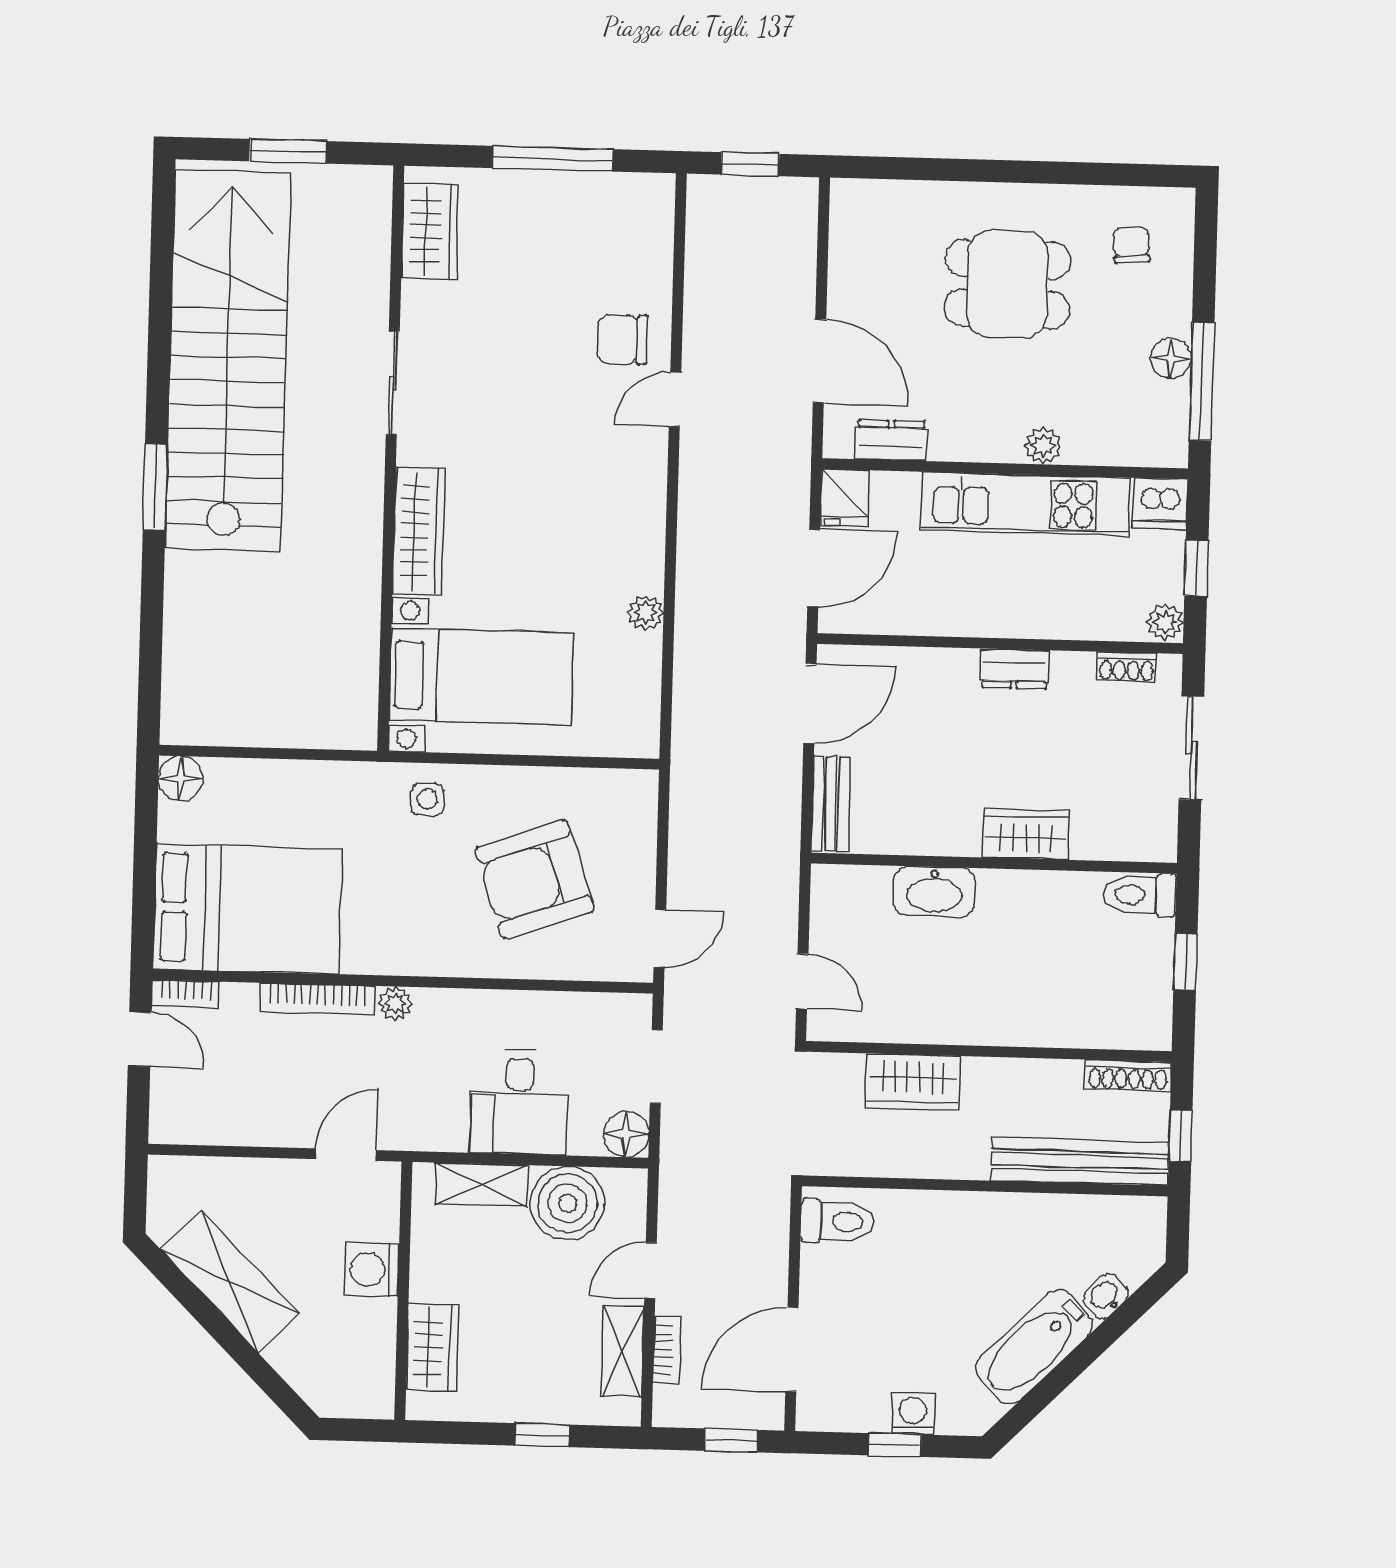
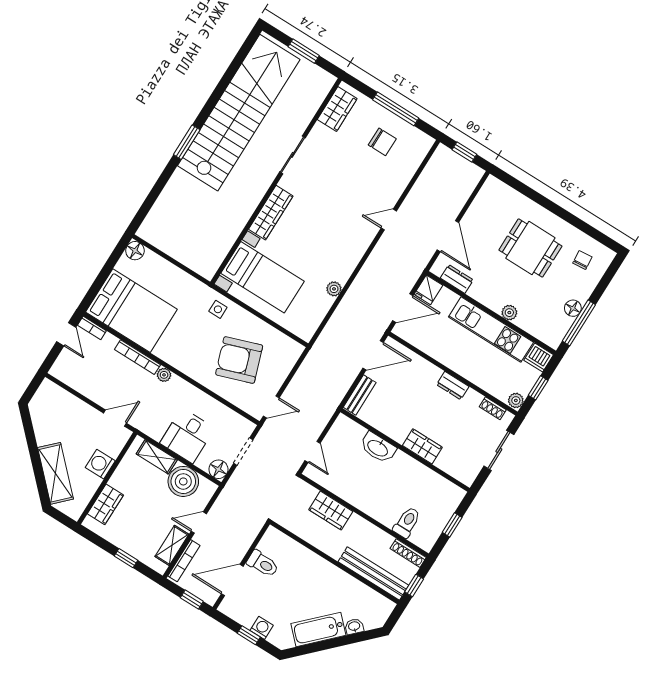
chair: (623, 339) -> (382, 142), moved, turned 180
toilet: (1140, 895) -> (407, 522), moved, turned 90
toilet: (837, 1221) -> (263, 564), moved
shelving: (230, 1282) -> (55, 473), moved
bookcase: (667, 1350) -> (184, 561), width x1.56

